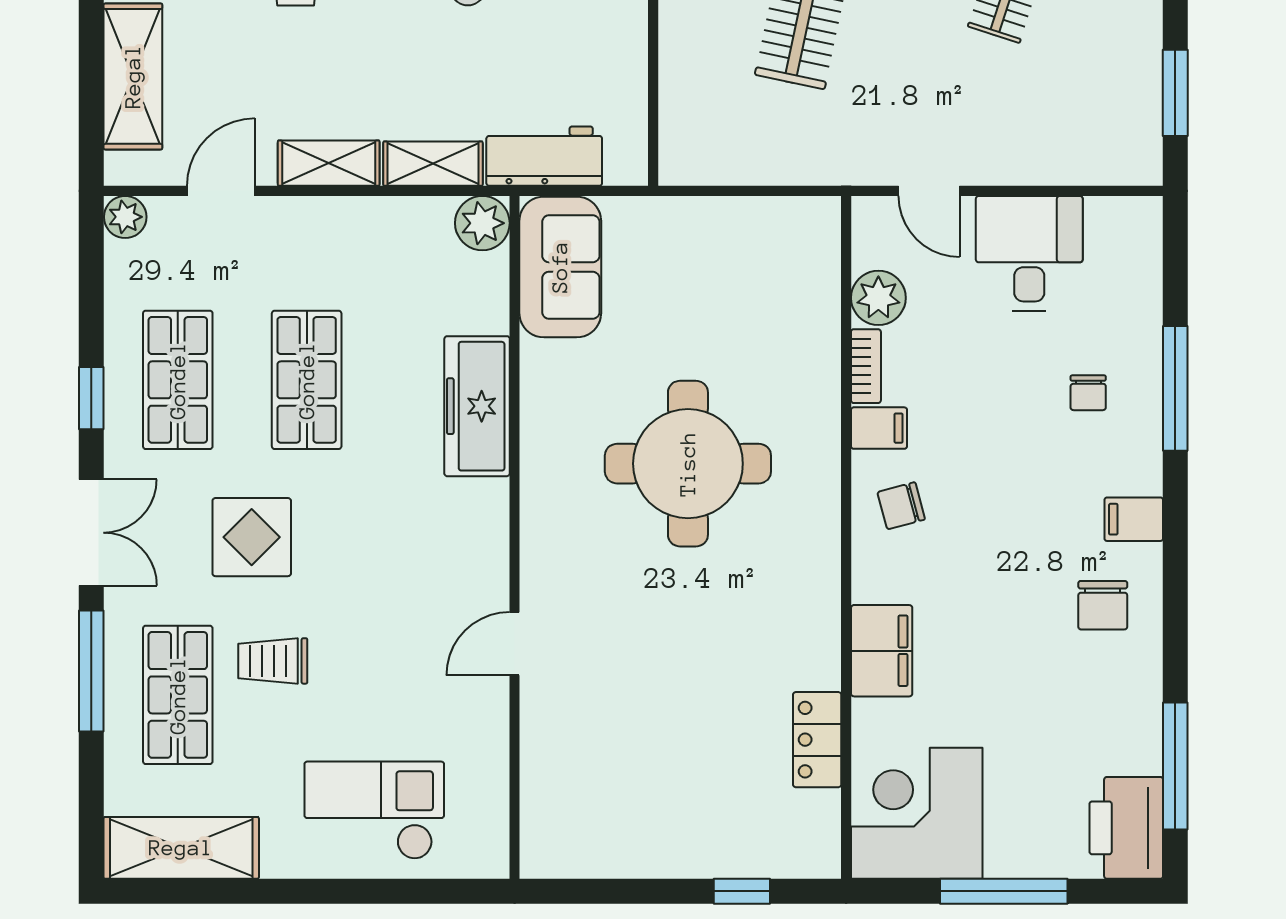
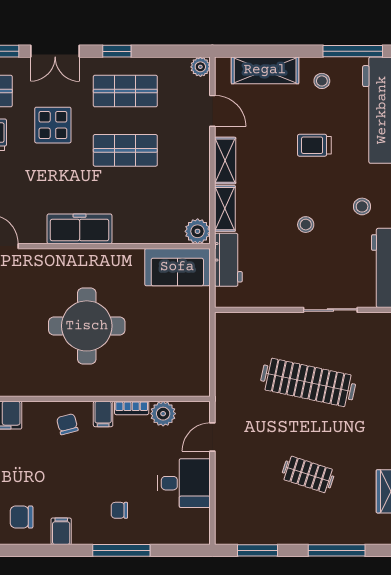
freezer: (477, 406) -> (80, 229), moved

